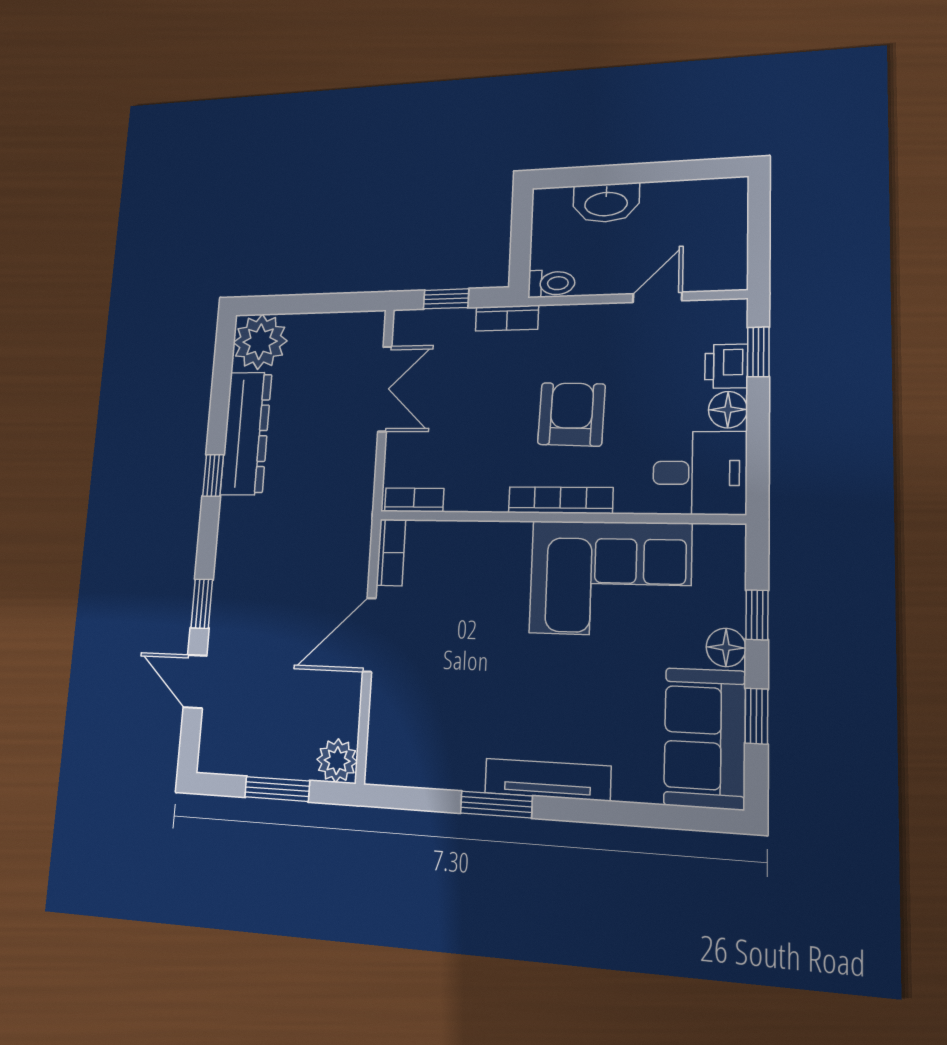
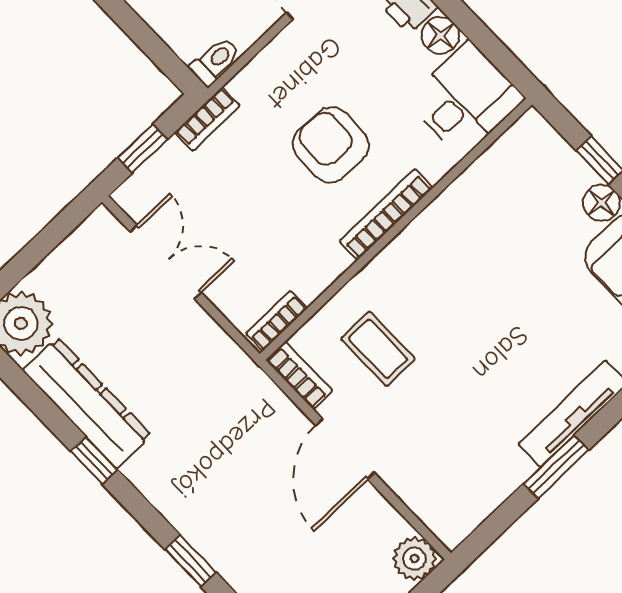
corner sofa: (610, 578) -> (477, 234), removed
coffee table: (460, 589) -> (378, 349), added

